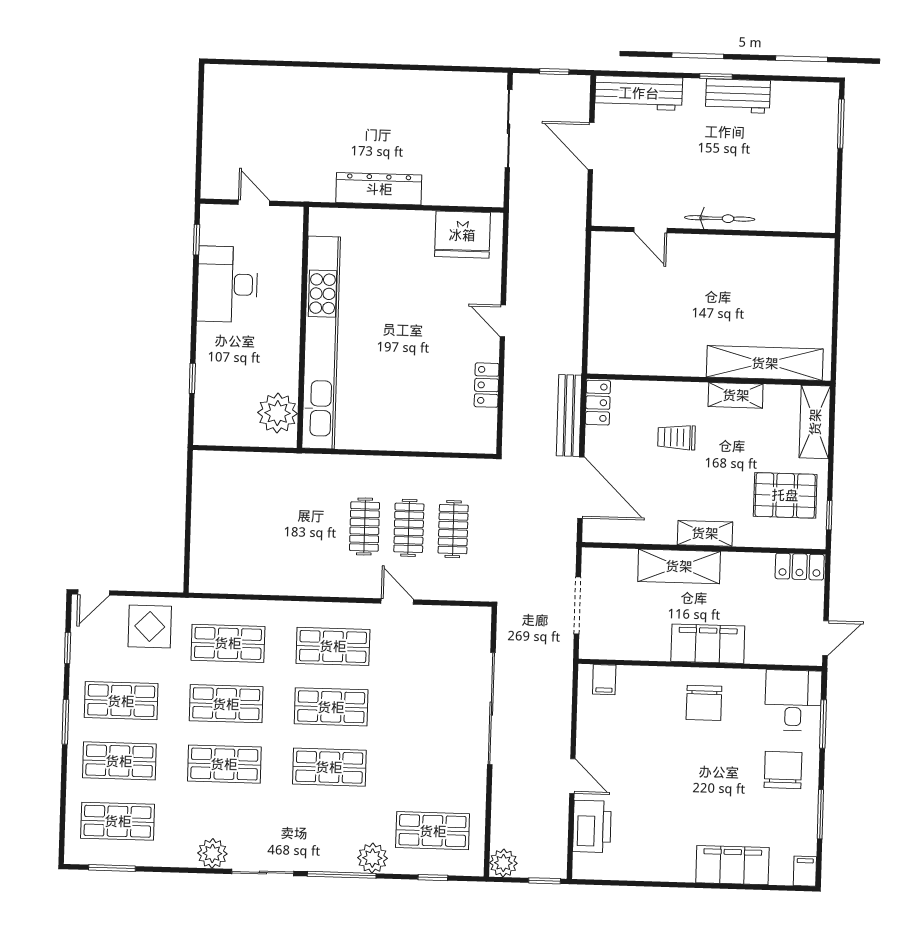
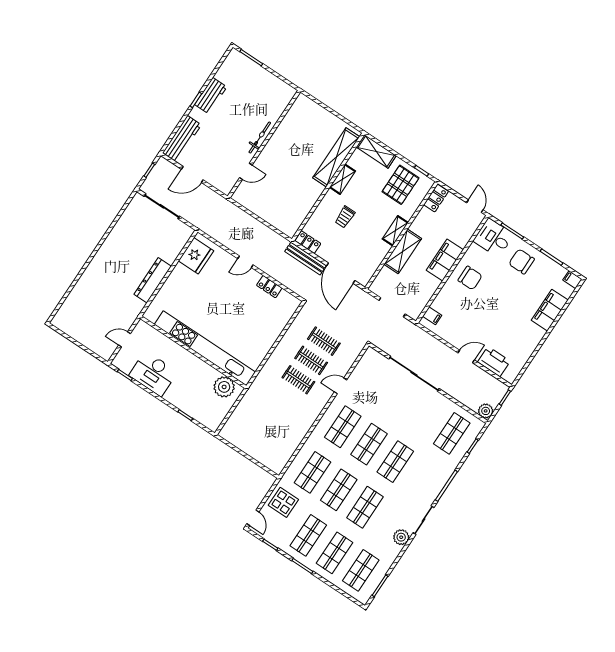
door: (581, 488) -> (341, 273), swing flipped
plant: (372, 858) -> (447, 468), removed

